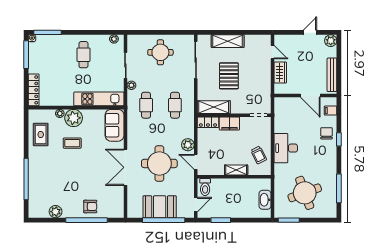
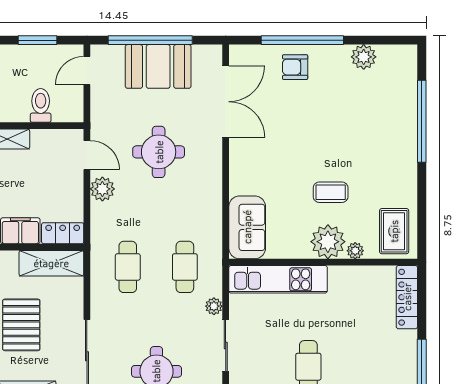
rug: (41, 135) -> (394, 231), moved
round table: (159, 163) -> (159, 152), width x0.73, depth x0.73
double door: (125, 167) -> (226, 102), moved
toilet: (205, 187) -> (41, 105), moved

